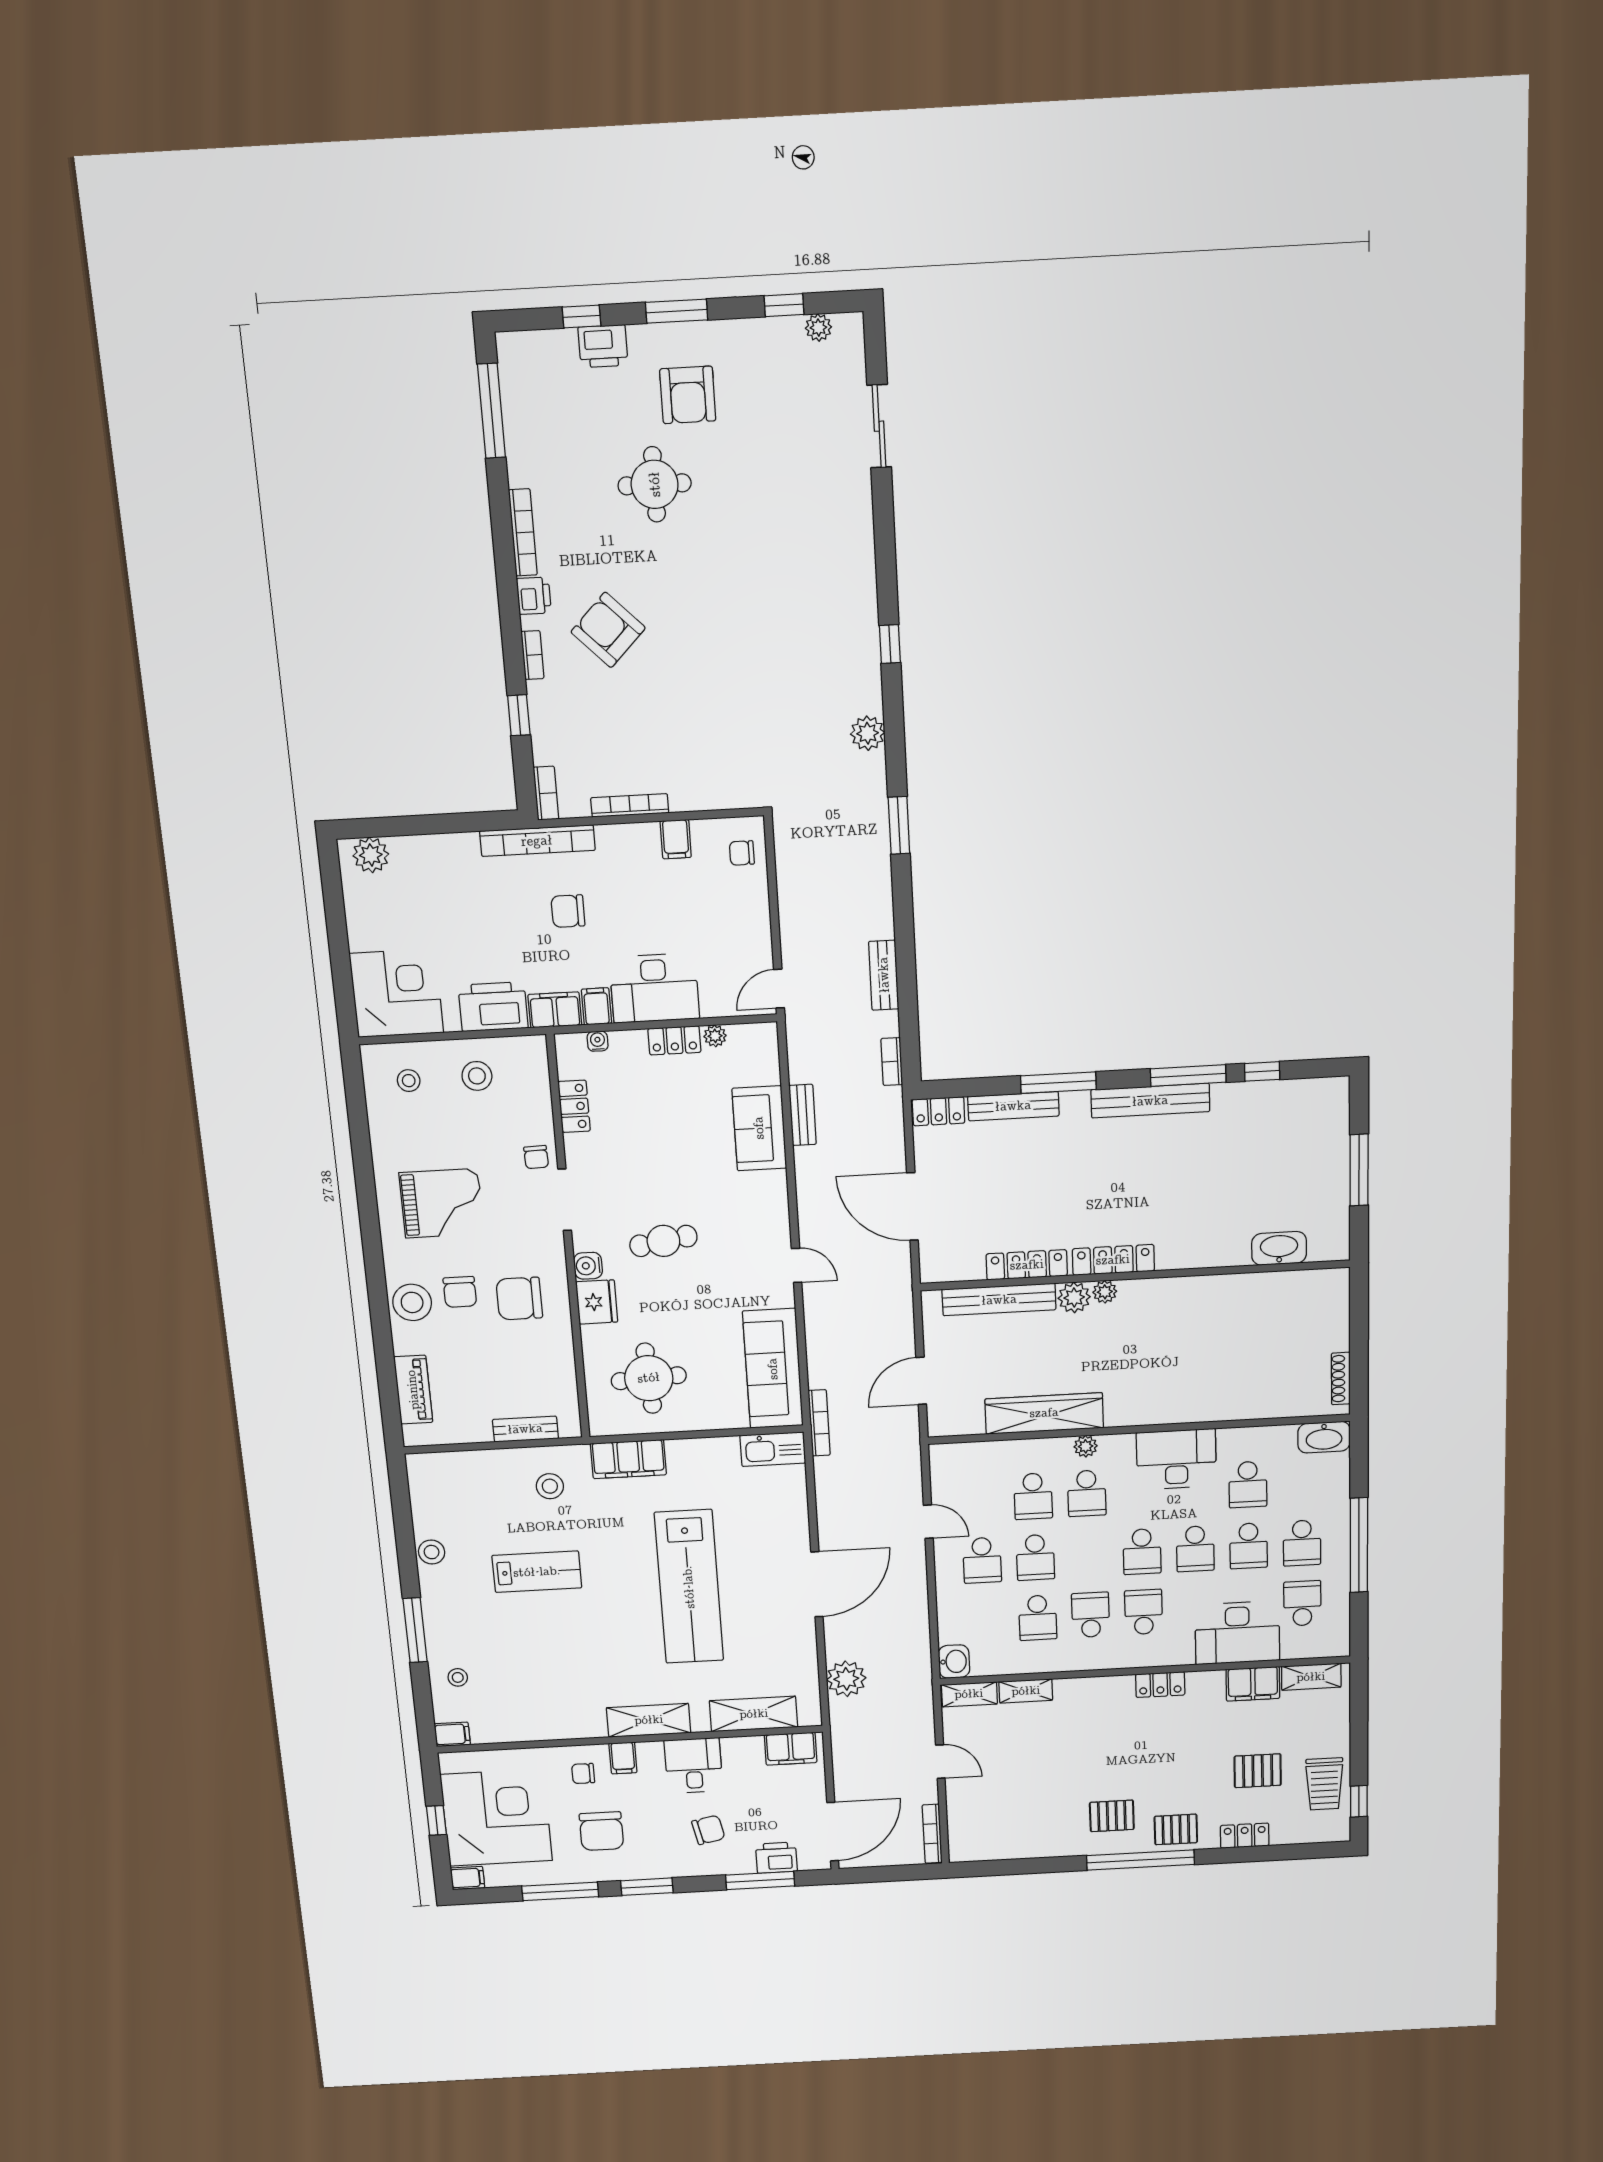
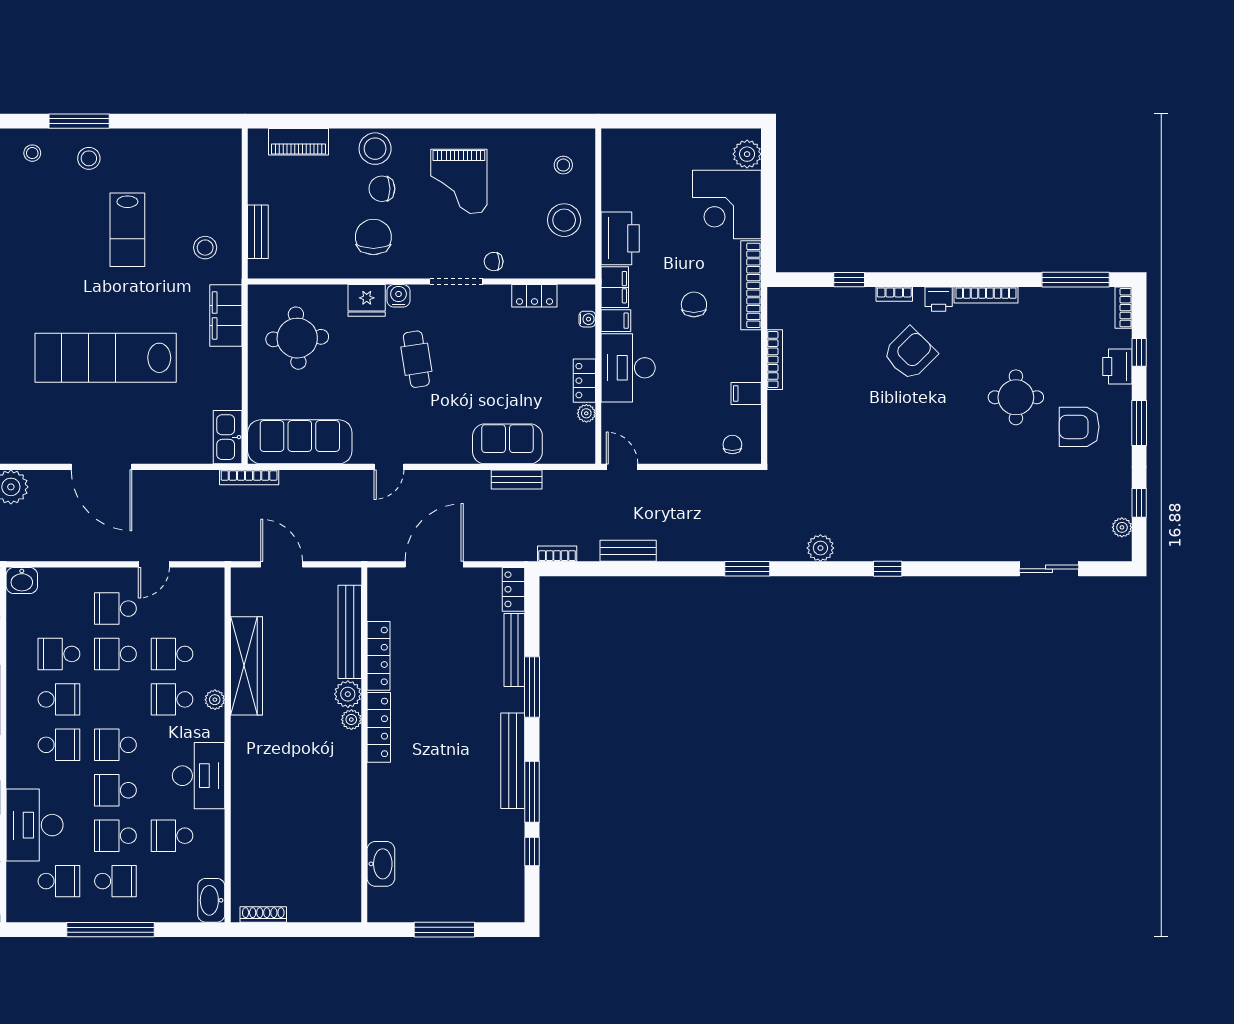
bookcase: (546, 793) -> (1124, 308), moved, turned 90
corner desk: (396, 993) -> (727, 204), moved, turned 90
stool: (477, 1076) -> (564, 220), width x1.38, depth x1.38
school desk: (1302, 1543) -> (115, 881), turned 180
stool: (432, 1552) -> (89, 158), moved

